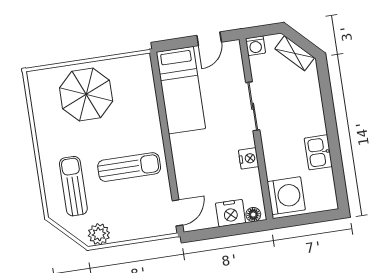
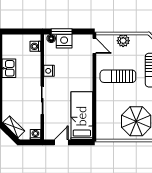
washing machine: (286, 196) -> (35, 46), width x0.53, depth x0.53
door: (177, 213) -> (94, 46), swing flipped
window: (237, 229) -> (62, 31), added
plant: (99, 234) -> (123, 41), moved

